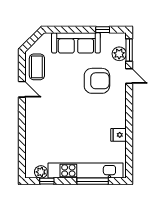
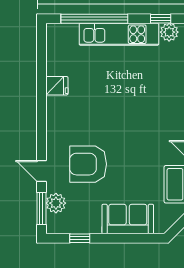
sofa: (76, 43) -> (128, 219), width x0.73
kitchen unit: (86, 171) -> (119, 34), width x0.73
window: (93, 181) -> (94, 19), width x1.46

